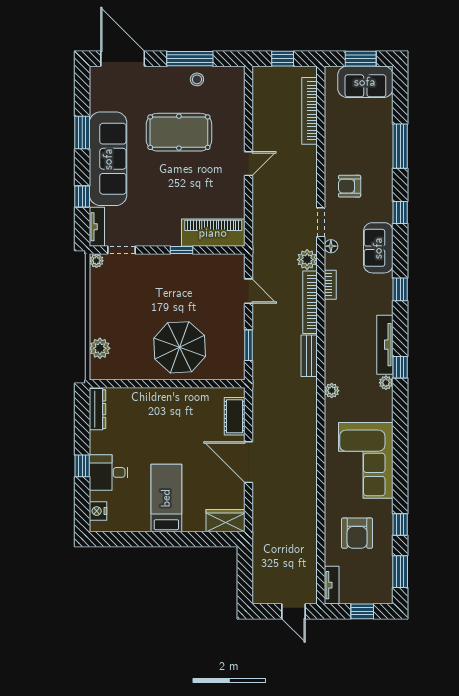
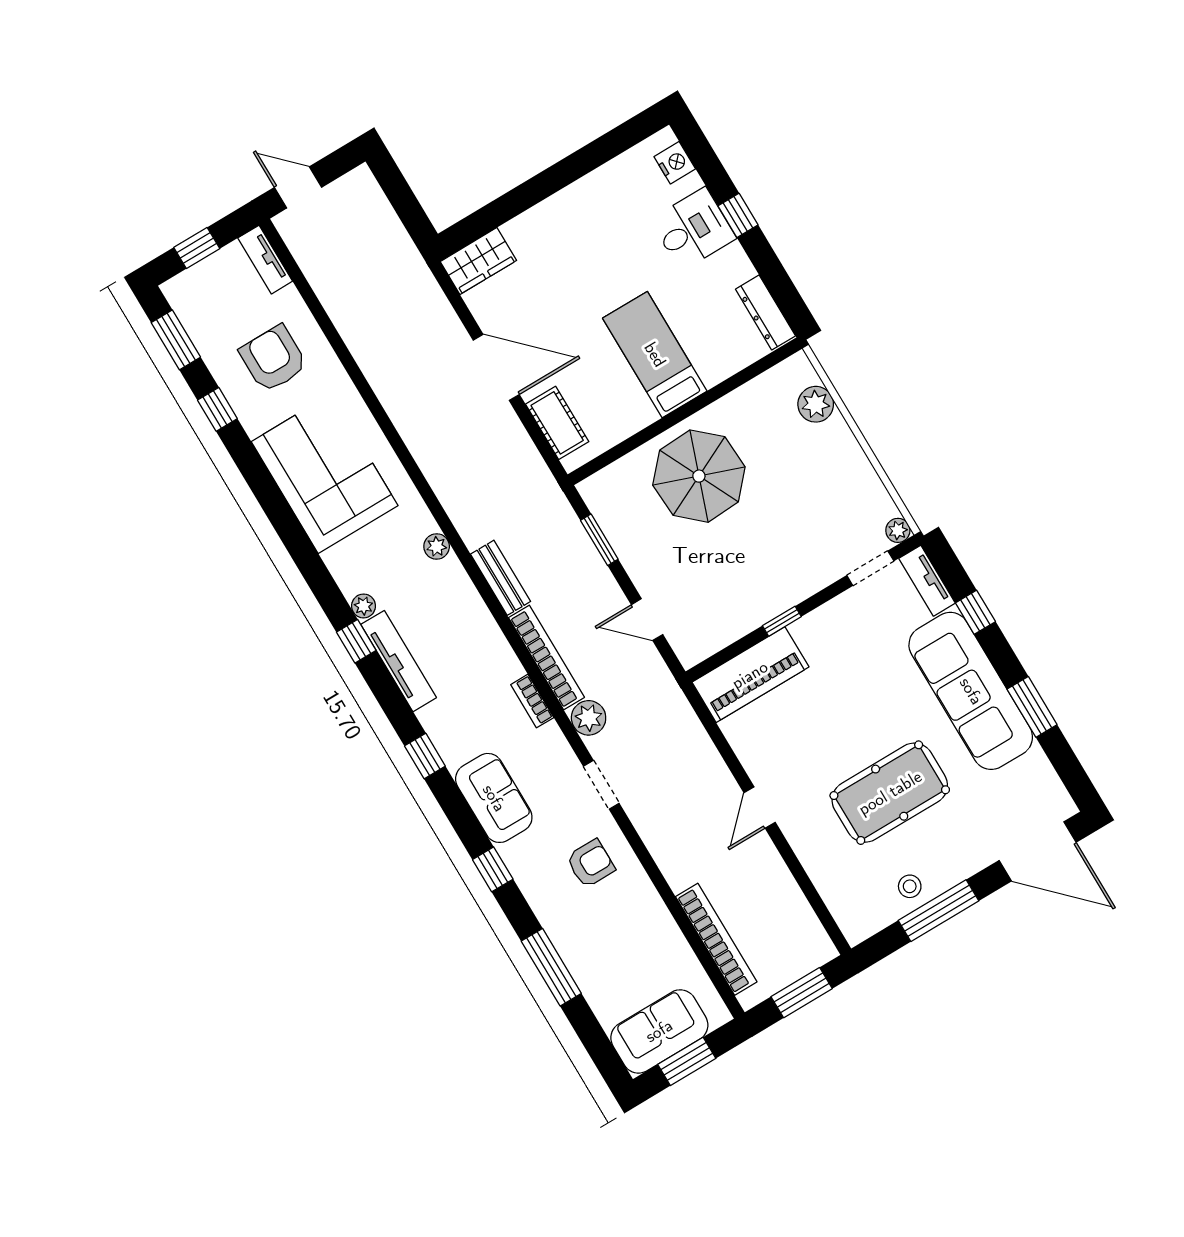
window: (283, 59) -> (802, 993), width x1.50
floor lamp: (331, 246) -> (565, 759), removed
bed: (166, 498) -> (655, 355), moved, turned 180

